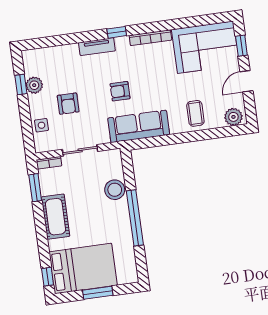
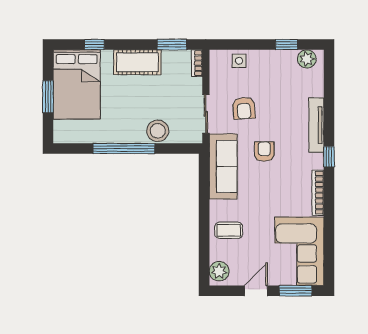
window: (241, 46) -> (296, 291), width x1.50
tv unit: (97, 47) -> (316, 125), width x1.41
door: (246, 81) -> (256, 291), hinge flipped
plant: (34, 85) -> (307, 59), moved
armchair: (68, 104) -> (244, 108), moved, turned -94
sliding door: (80, 150) -> (206, 114), moved
window: (48, 277) -> (94, 44), moved

